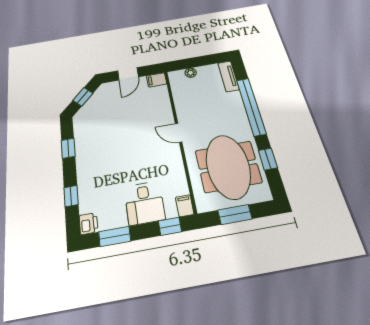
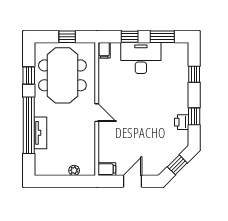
tv unit: (228, 76) -> (40, 133), moved
desk: (144, 203) -> (141, 58), width x1.37
window: (235, 215) -> (67, 37), width x0.67
printer: (88, 224) -> (182, 122), moved
window: (170, 226) -> (130, 37), moved

